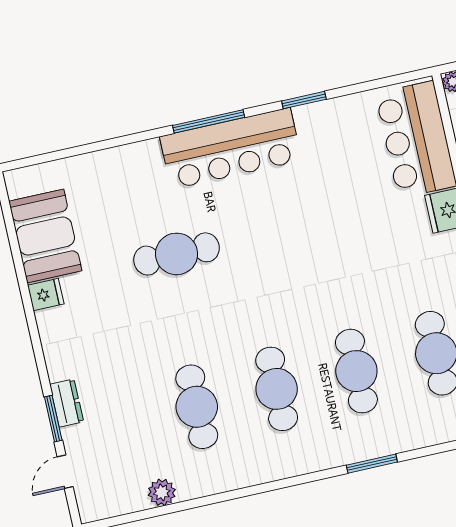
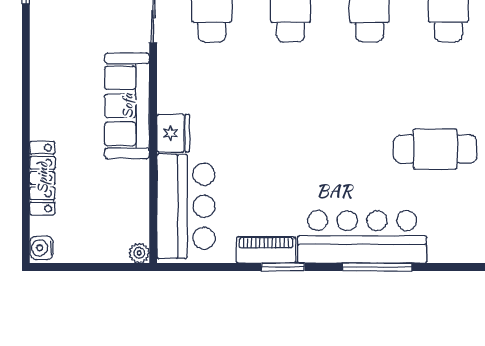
piano: (325, 113) -> (266, 250), added

